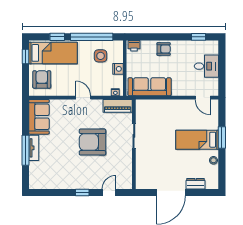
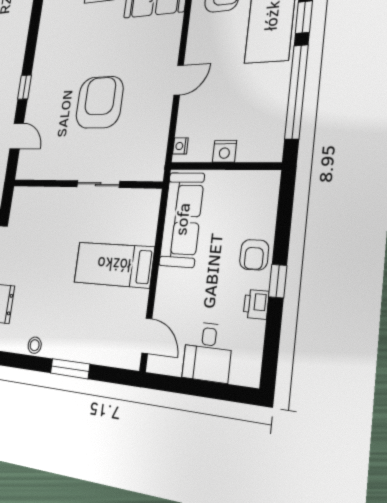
window: (199, 37) -> (278, 281), moved
printer: (134, 46) -> (256, 304), moved
side table: (101, 56) -> (255, 113), removed
door: (203, 98) -> (147, 336), swing flipped
piano: (118, 106) -> (155, 151), removed
bed: (197, 140) -> (114, 265), moved, turned -90

